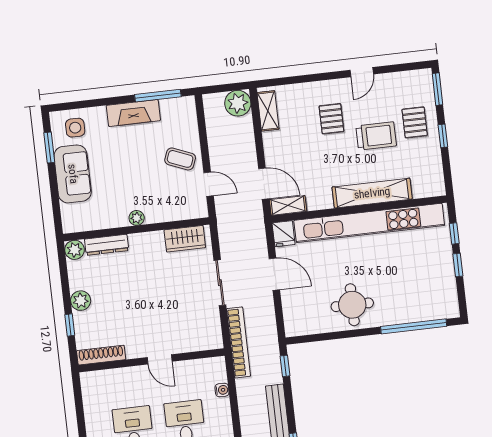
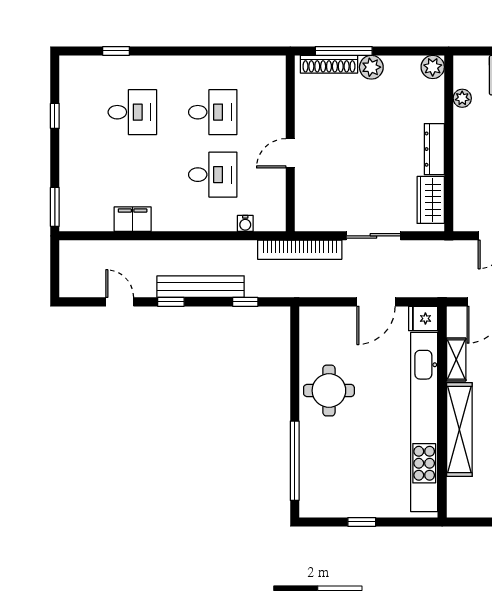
shelving: (288, 205) -> (456, 359), moved
plant: (137, 218) -> (462, 98), moved
window: (454, 233) -> (400, 522), removed
dresser: (107, 245) -> (434, 149), moved
window: (70, 325) -> (344, 51), width x2.17
shoe rack: (101, 355) -> (329, 64), moved, turned 90
window: (285, 366) -> (245, 302), moved

